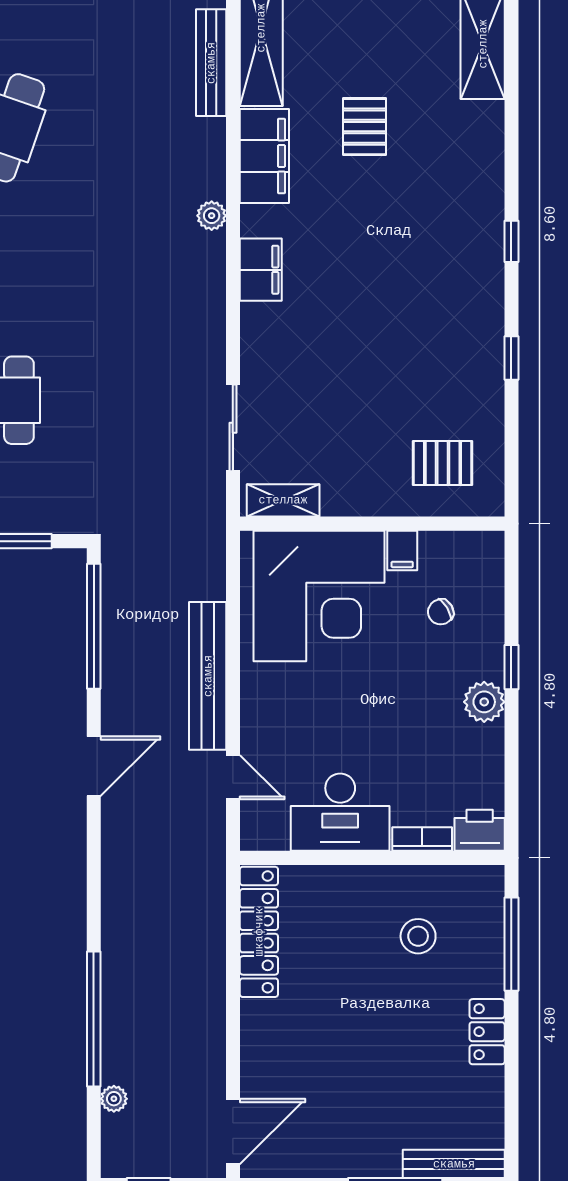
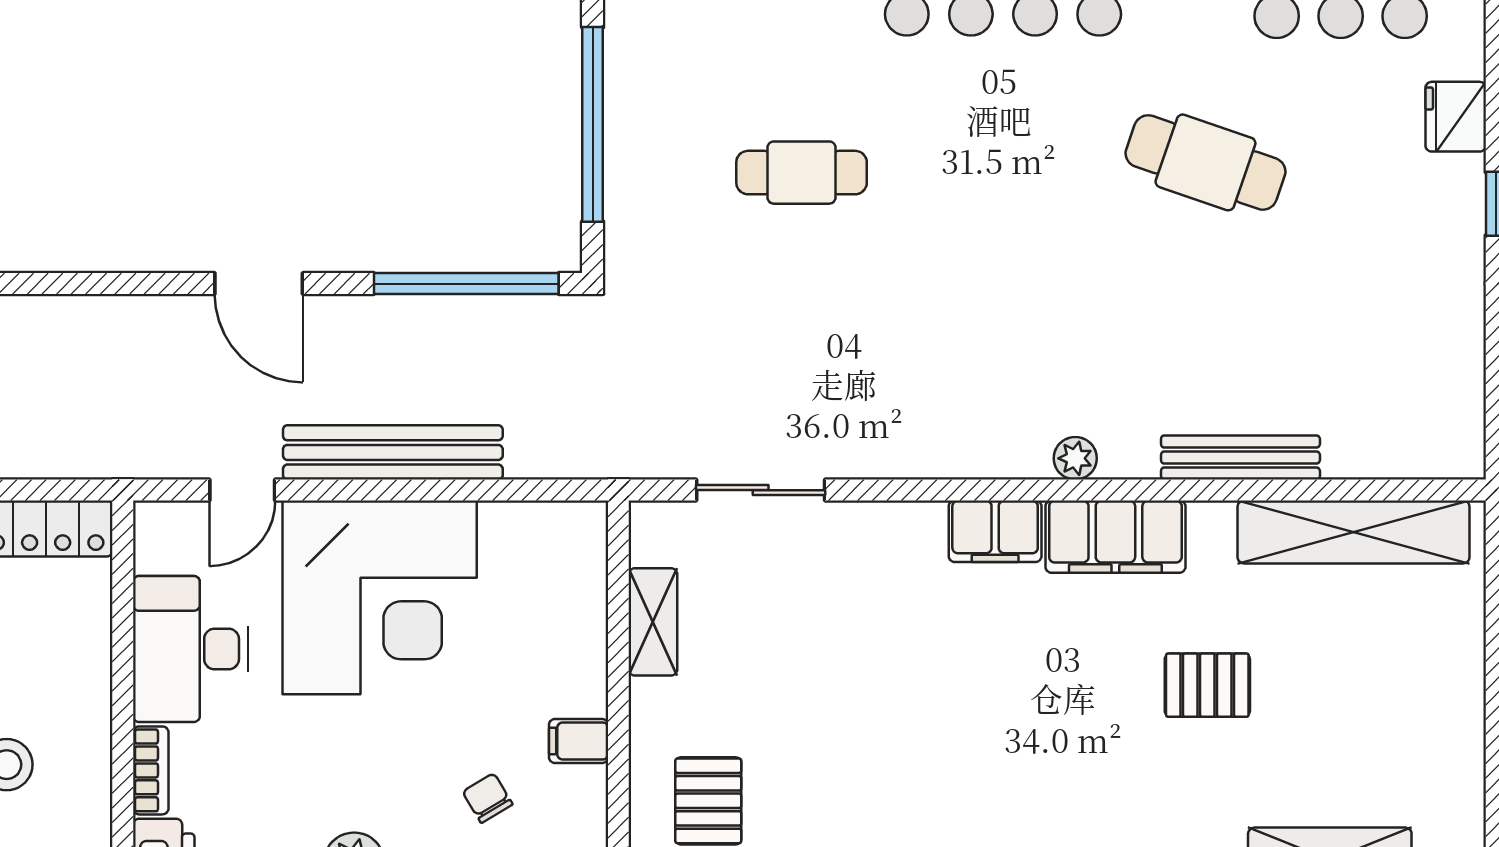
bench: (211, 63) -> (1240, 457), moved
filing cabinet: (264, 156) -> (1115, 537), moved
shelving: (283, 500) -> (653, 622), moved
corner desk: (319, 596) -> (380, 597), moved, turned -90

